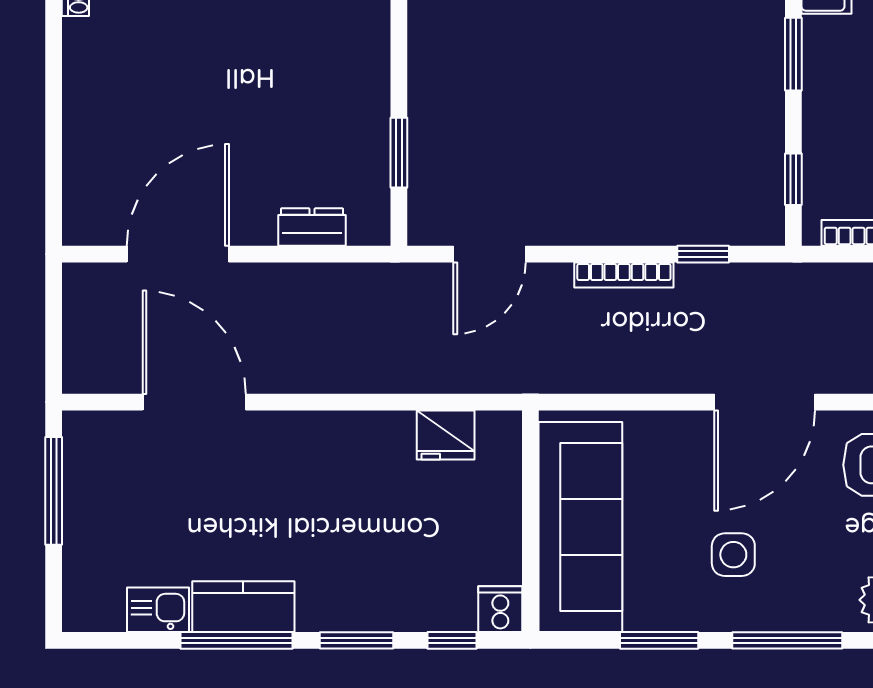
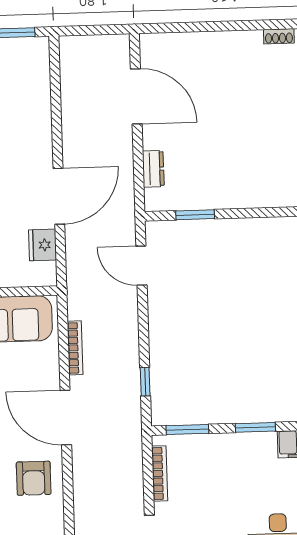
window: (793, 179) -> (187, 429), width x1.50
bookcase: (624, 275) -> (75, 348), moved, turned 180
door: (194, 402) -> (59, 196), moved

